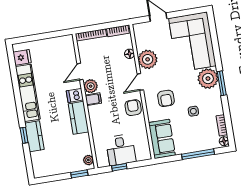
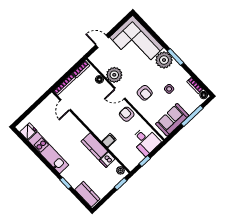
door: (80, 72) -> (65, 105), moved
door: (140, 82) -> (120, 93), hinge flipped
plant: (91, 86) -> (88, 119), removed
dishwasher: (75, 95) -> (107, 160), moved
filing cabinet: (93, 99) -> (109, 141), moved
kitchen counter: (34, 136) -> (87, 194), moved
sofa: (162, 139) -> (172, 120), moved, turned -90
desk: (121, 150) -> (146, 141), moved

